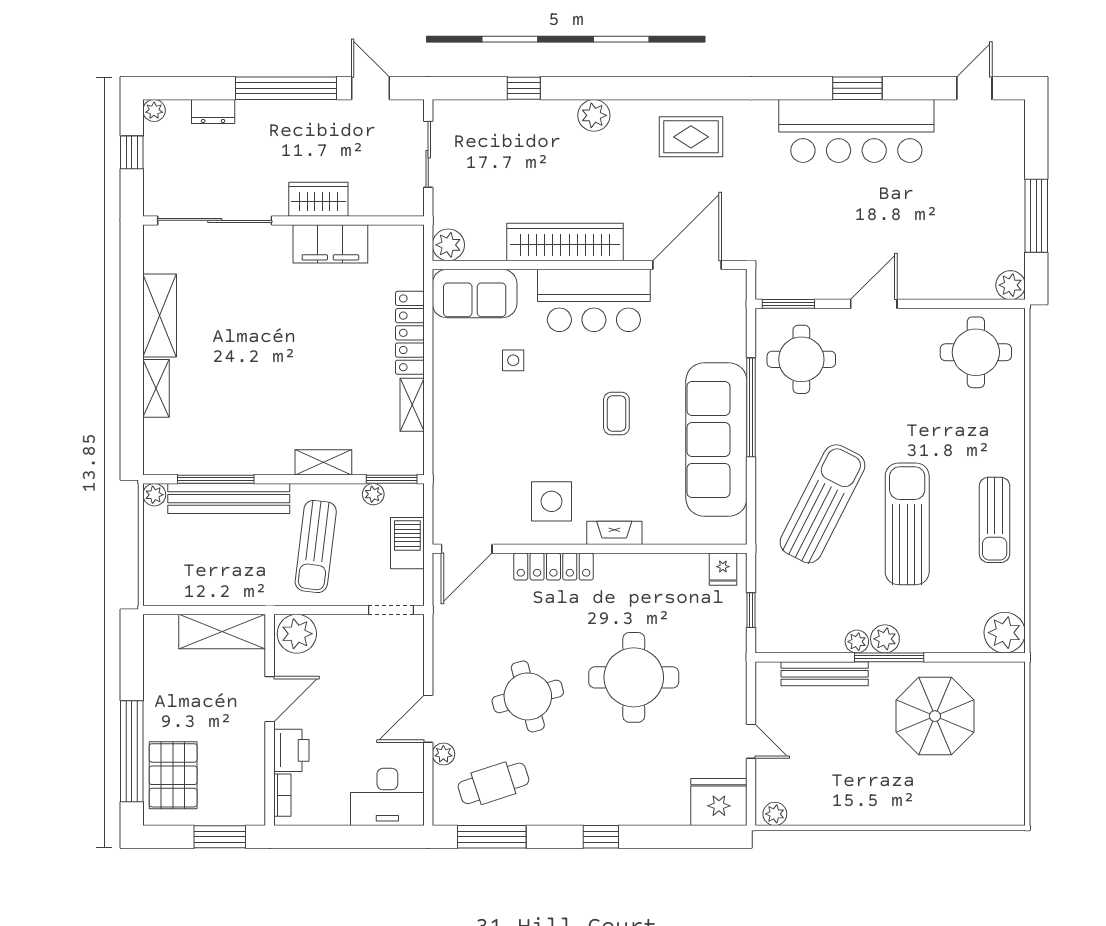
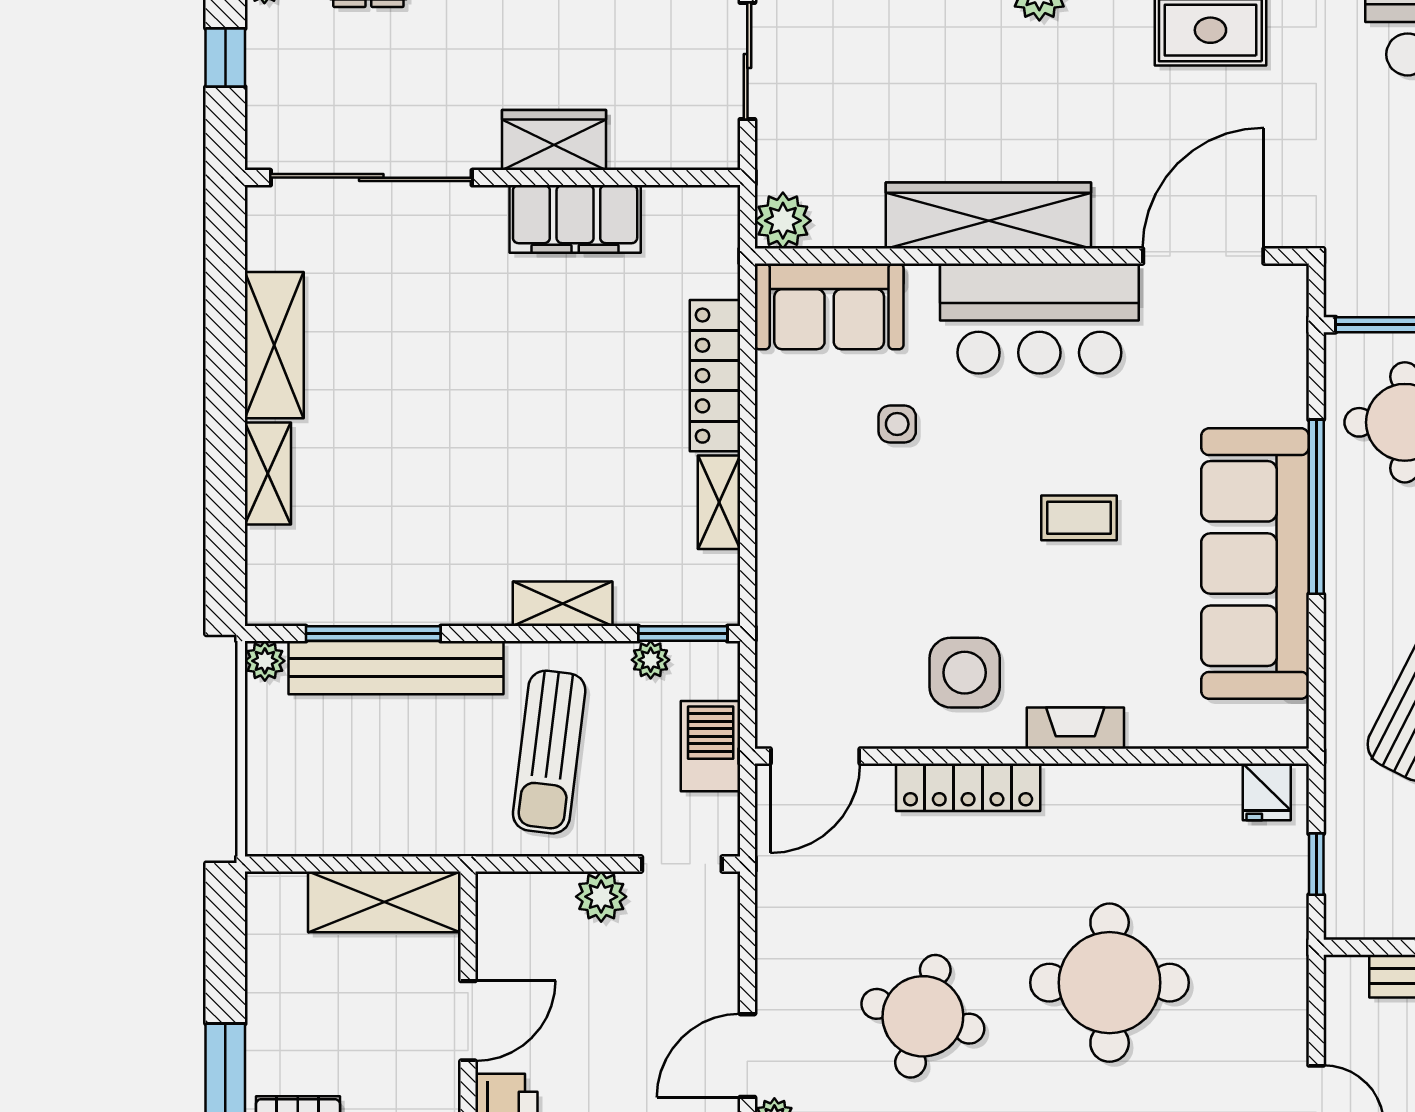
coffee table: (616, 414) -> (1079, 518), turned 90
plant: (297, 634) -> (601, 897), moved, width x0.73, depth x0.73
round table: (528, 696) -> (923, 1016), turned 30

